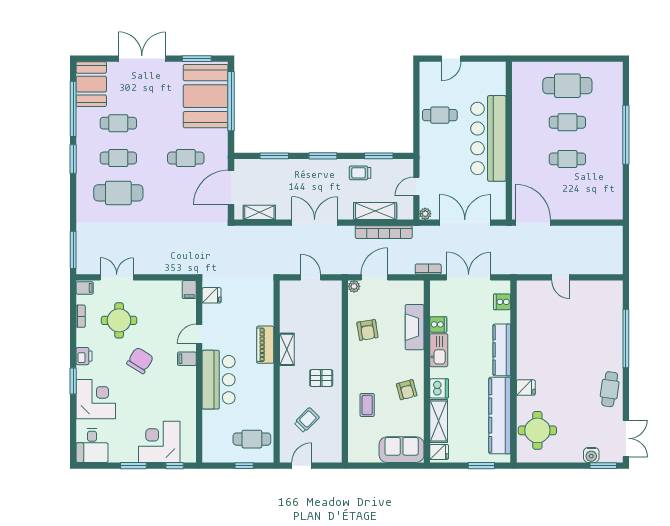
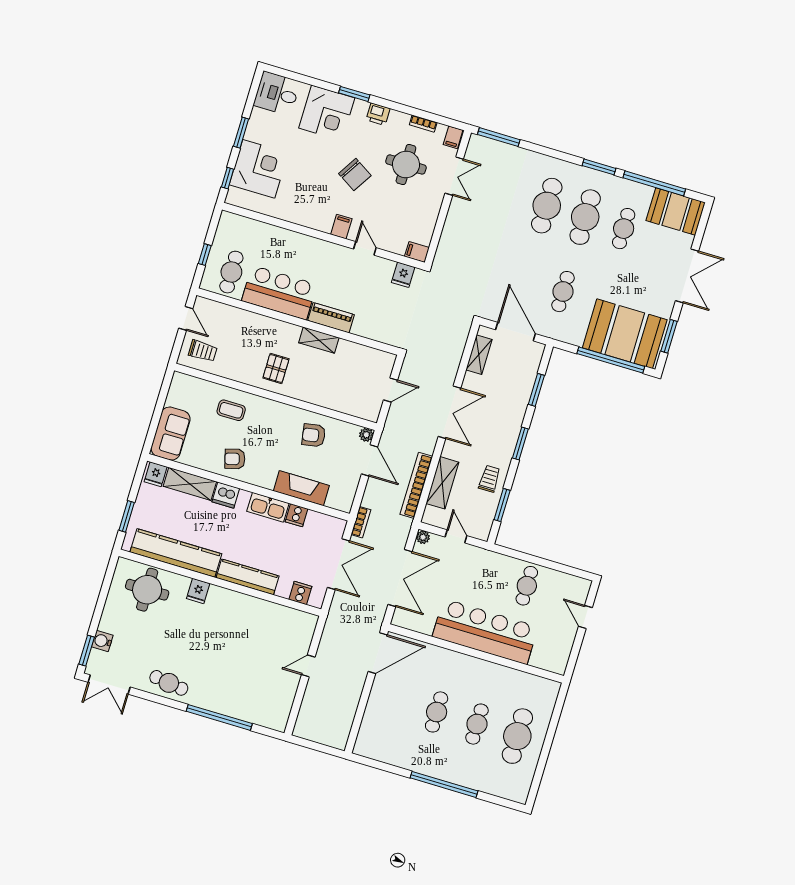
cafe table: (118, 158) -> (585, 217), width x1.37, depth x1.35
bar counter: (219, 380) -> (279, 293), moved, turned 180
trolley: (307, 420) -> (203, 351), moved, turned -45

